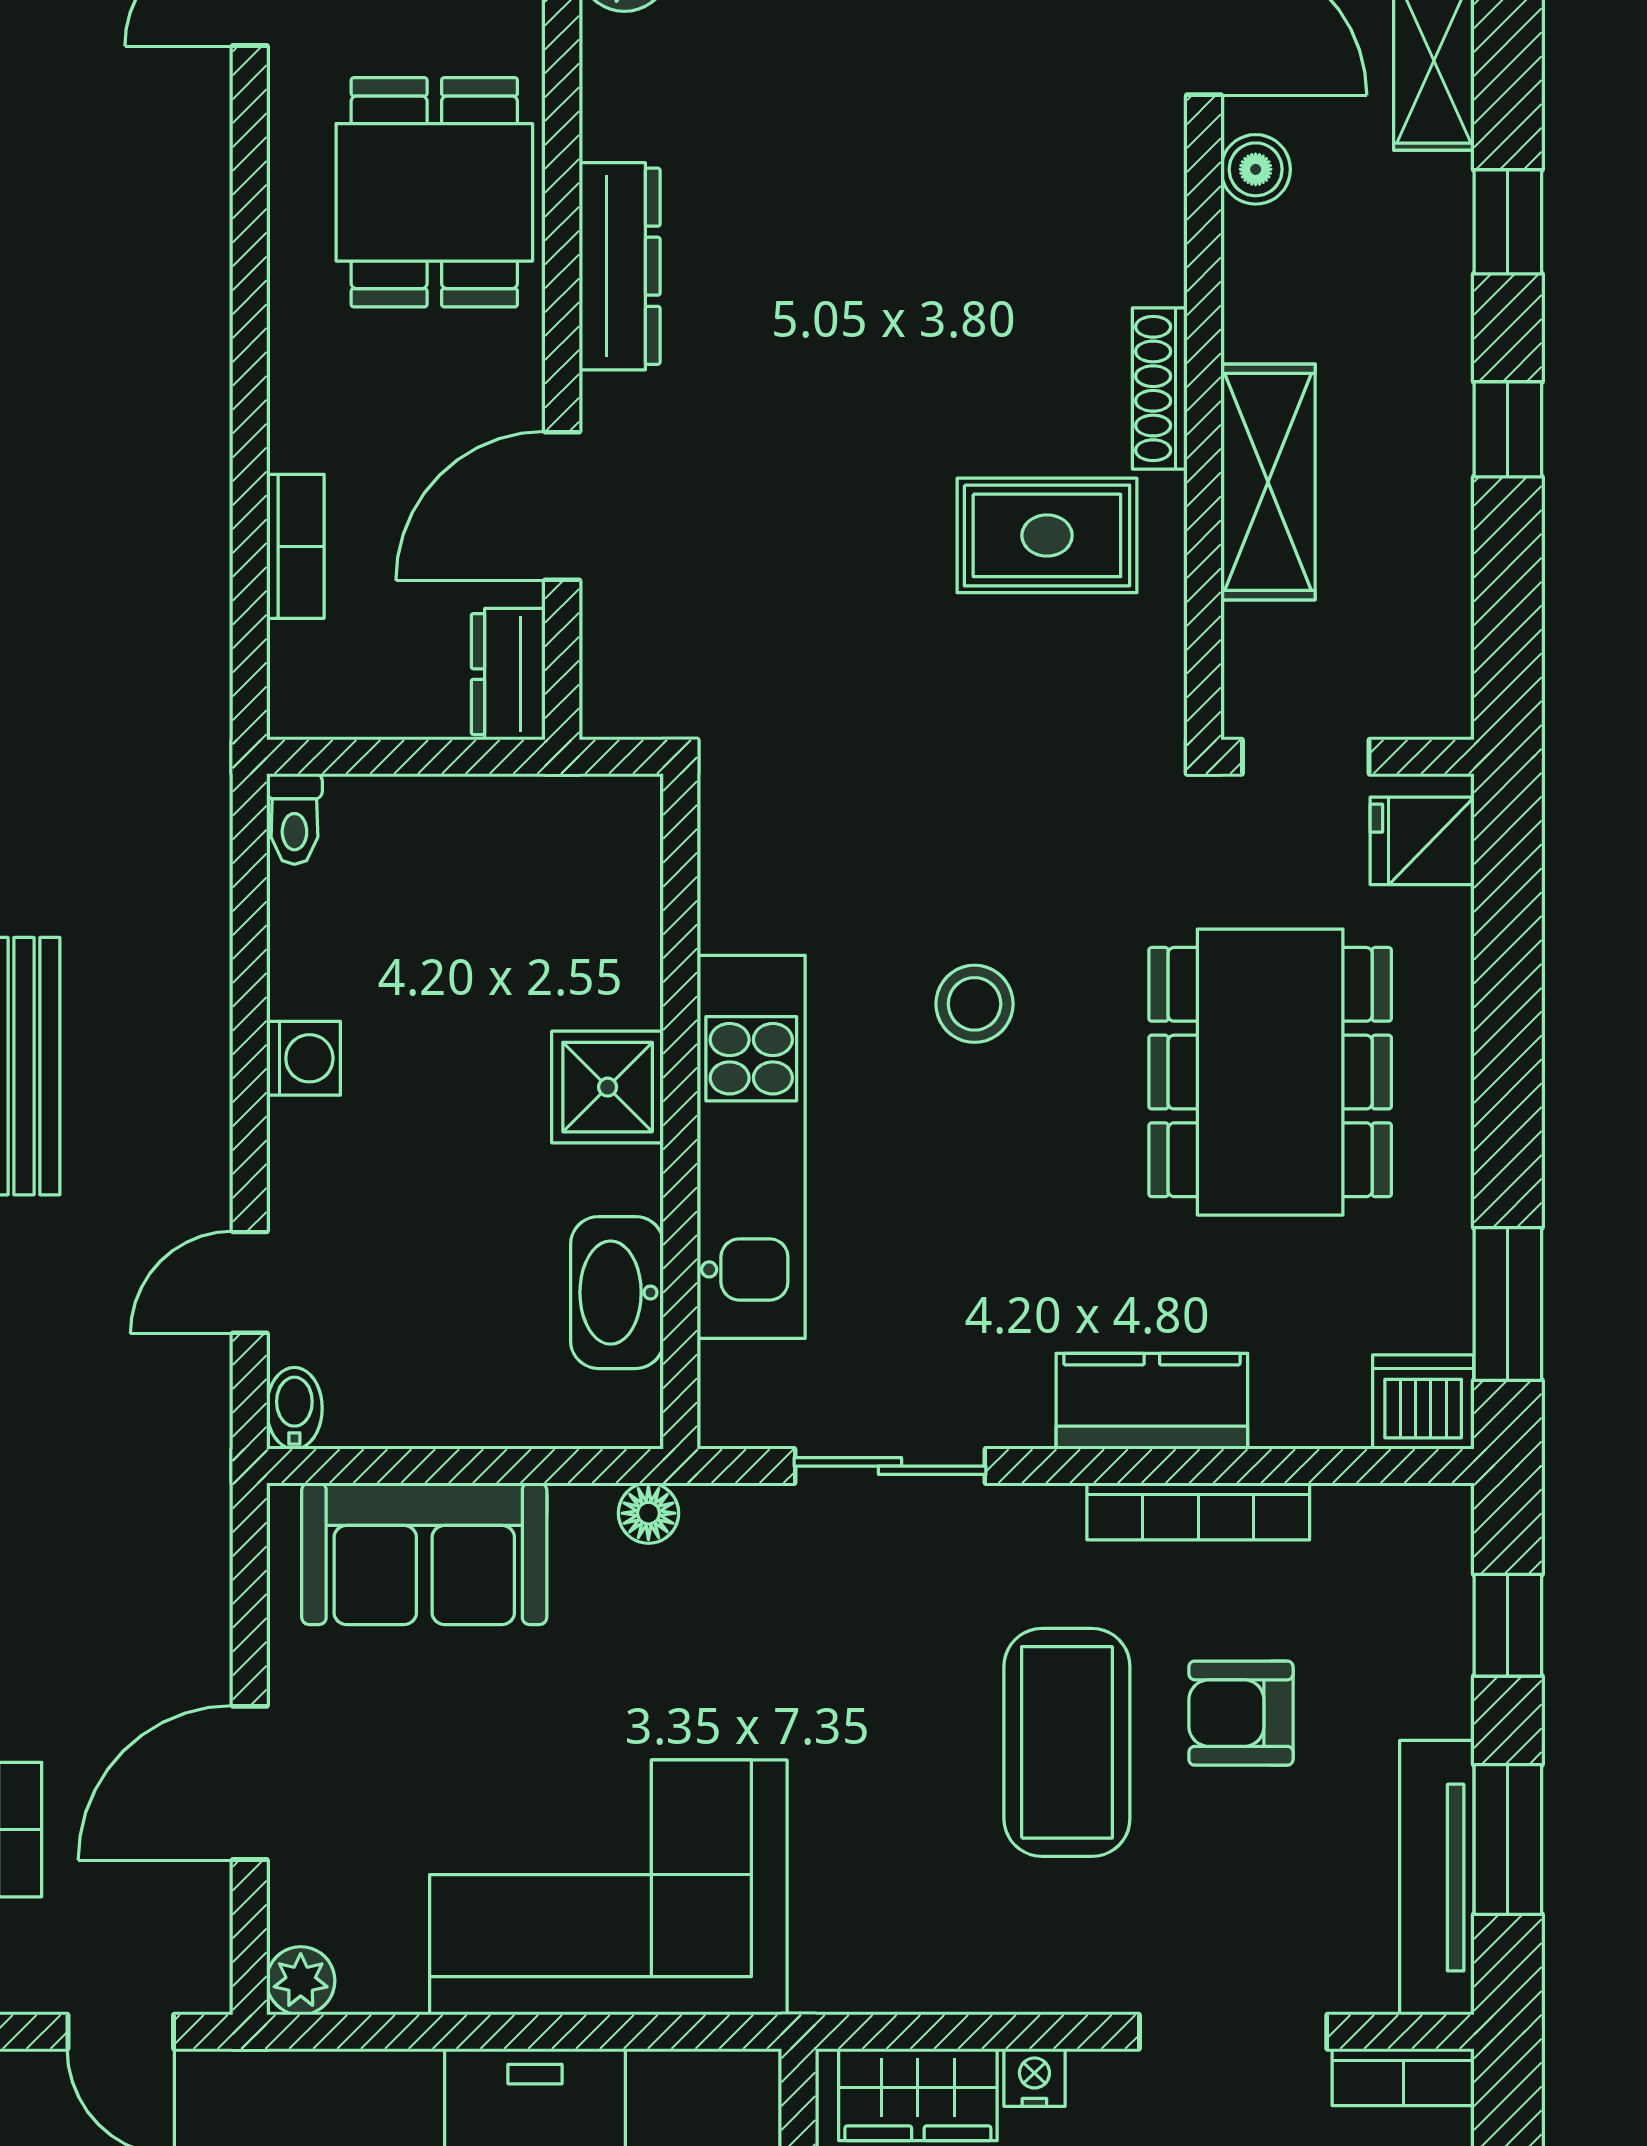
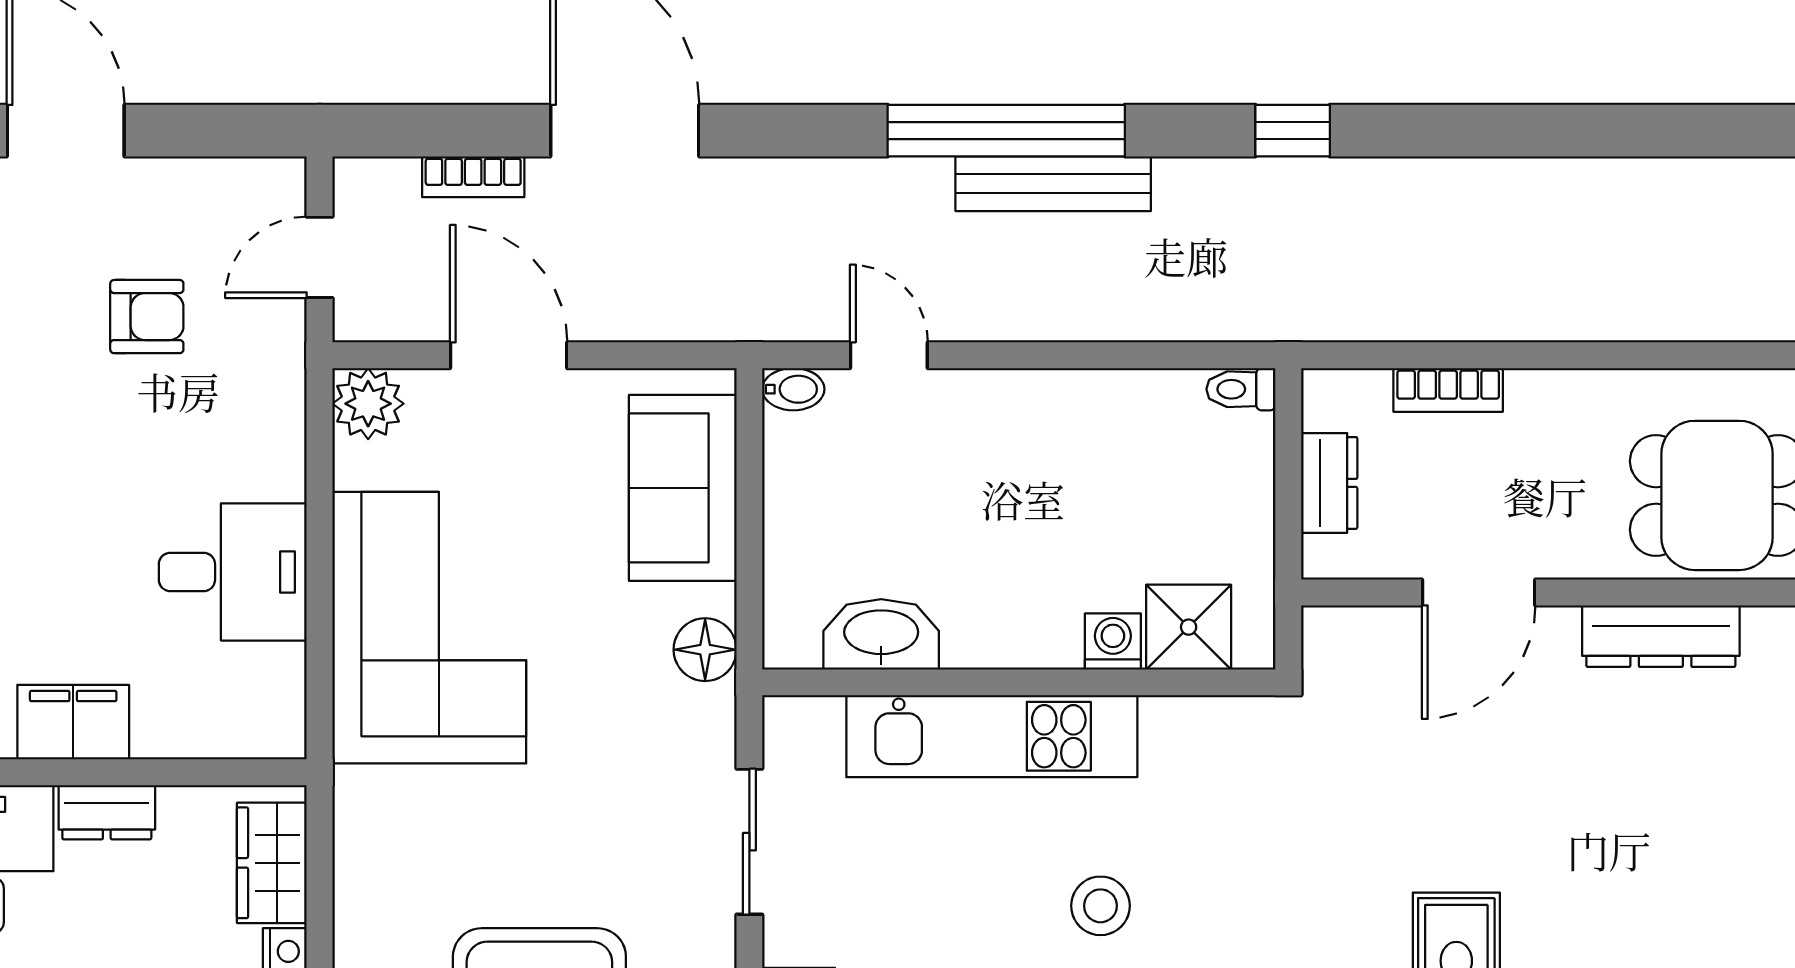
door: (562, 506) -> (1479, 593), swing flipped
dresser: (508, 674) -> (1329, 483), moved, turned 90
washing machine: (303, 1058) -> (1113, 641), moved, turned 180
shower: (608, 1087) -> (1189, 627), moved
floor lamp: (648, 1513) -> (705, 650), width x1.37, depth x1.37
plant: (301, 1981) -> (368, 404), width x1.38, depth x1.38

